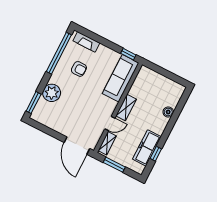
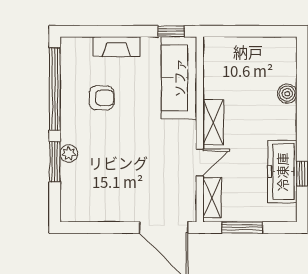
fireplace: (86, 42) -> (116, 47), moved
plant: (52, 93) -> (69, 153), width x0.53, depth x0.53
window: (34, 103) -> (55, 162), moved

